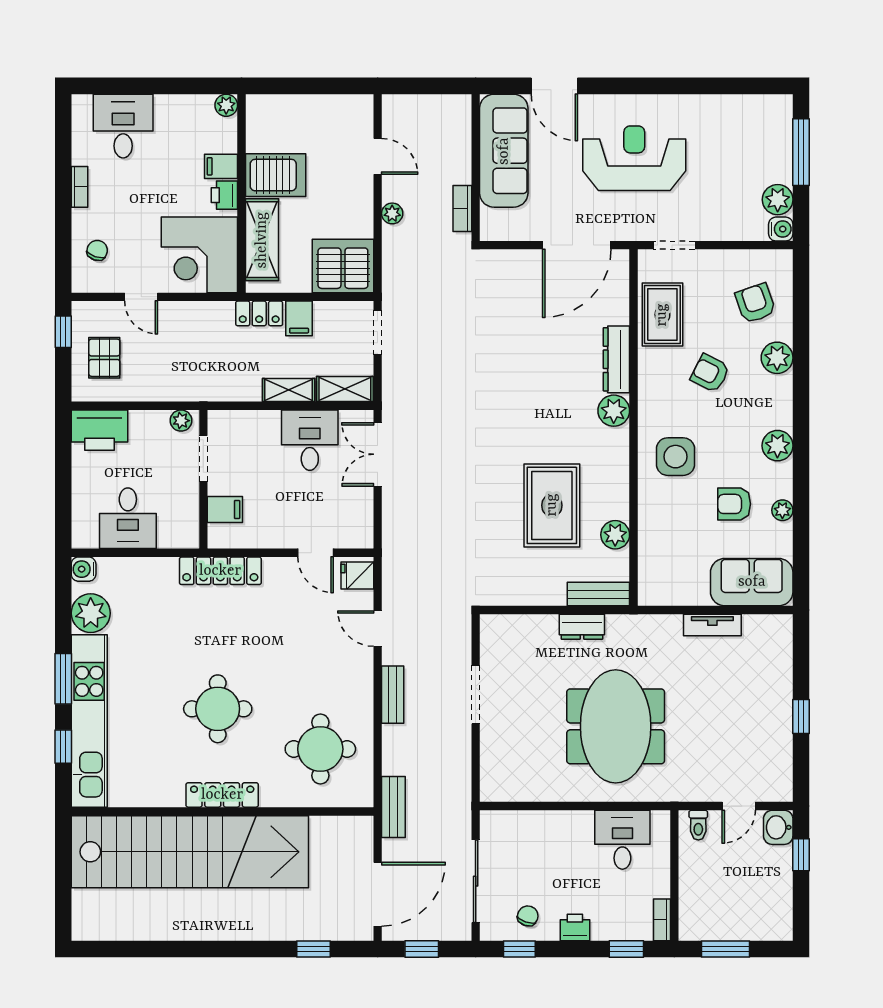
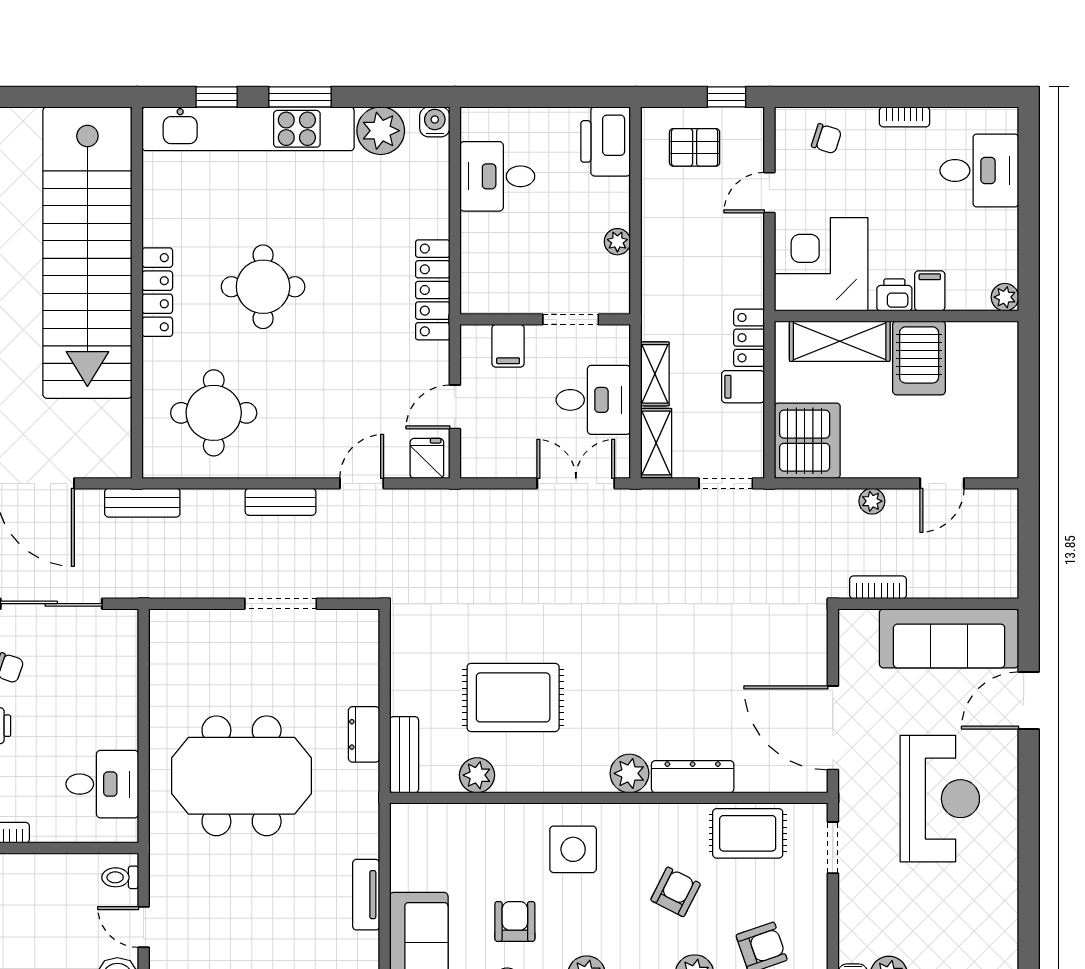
doorway: (203, 459) -> (571, 319), moved
wall: (203, 479) -> (545, 319), moved
filing cabinet: (225, 509) -> (508, 346), moved

